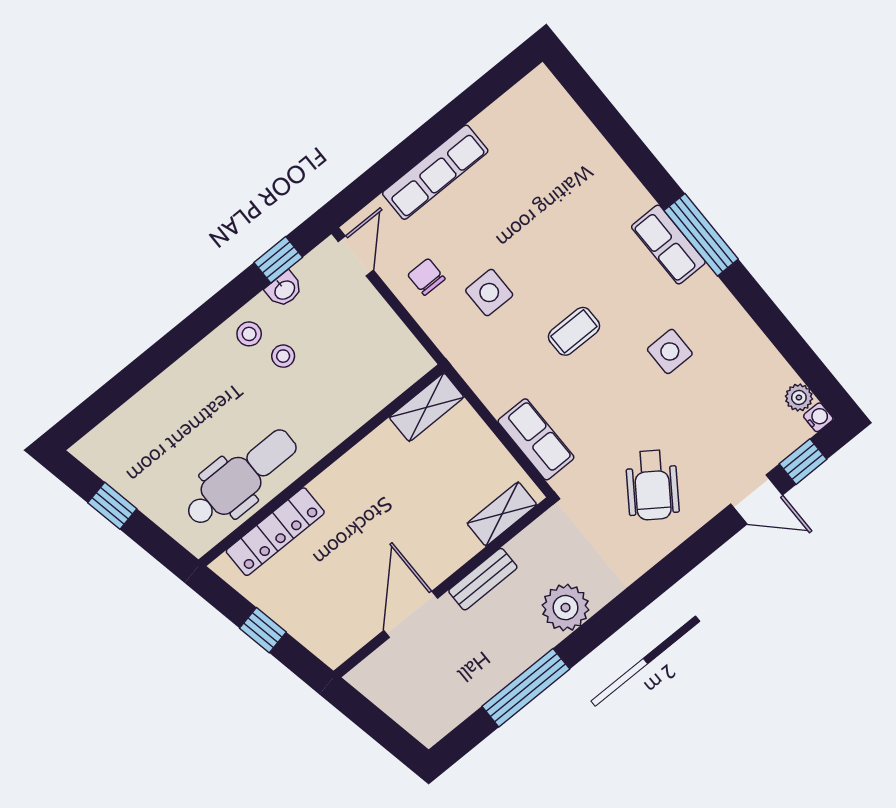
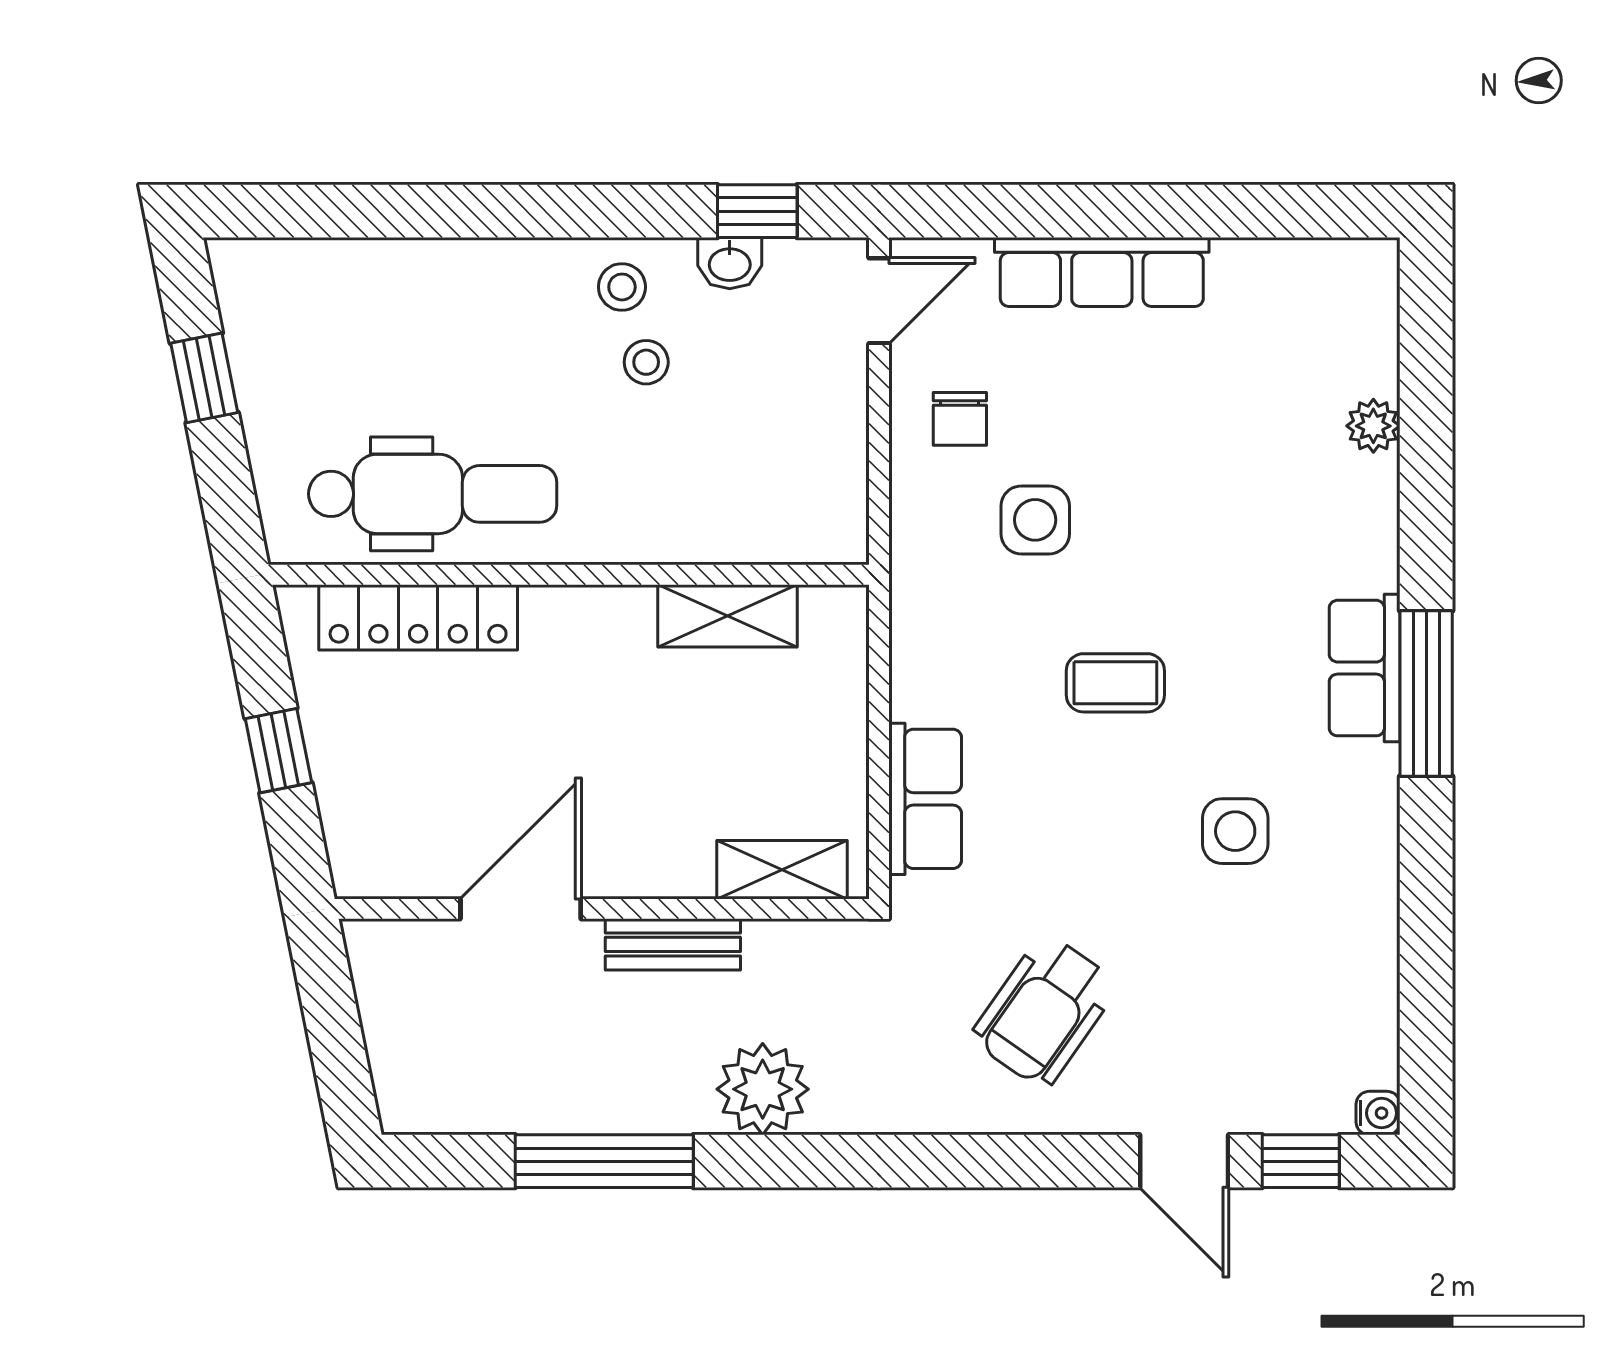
chair: (426, 277) -> (960, 419), turned 180
plant: (799, 398) -> (1373, 426), moved
shelving: (427, 407) -> (728, 616), moved

